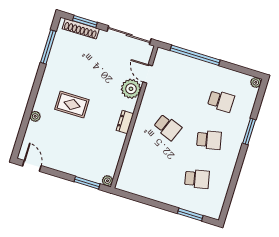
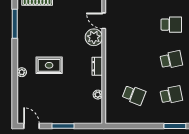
plant: (35, 116) -> (22, 72), moved
school desk: (168, 127) -> (134, 95), moved
plant: (107, 181) -> (98, 95), moved
window: (87, 183) -> (63, 126), moved

